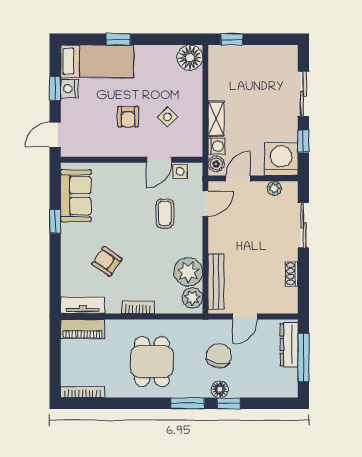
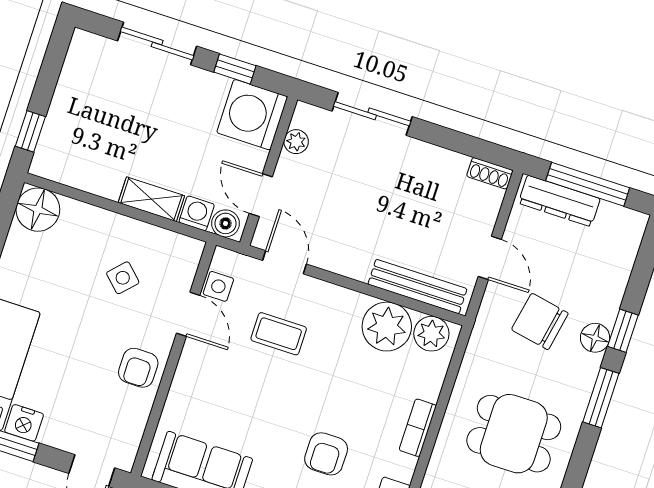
armchair: (128, 117) -> (138, 368), moved, turned 90
armchair: (107, 261) -> (326, 454), turned -34
shoe rack: (292, 274) -> (490, 173), moved

